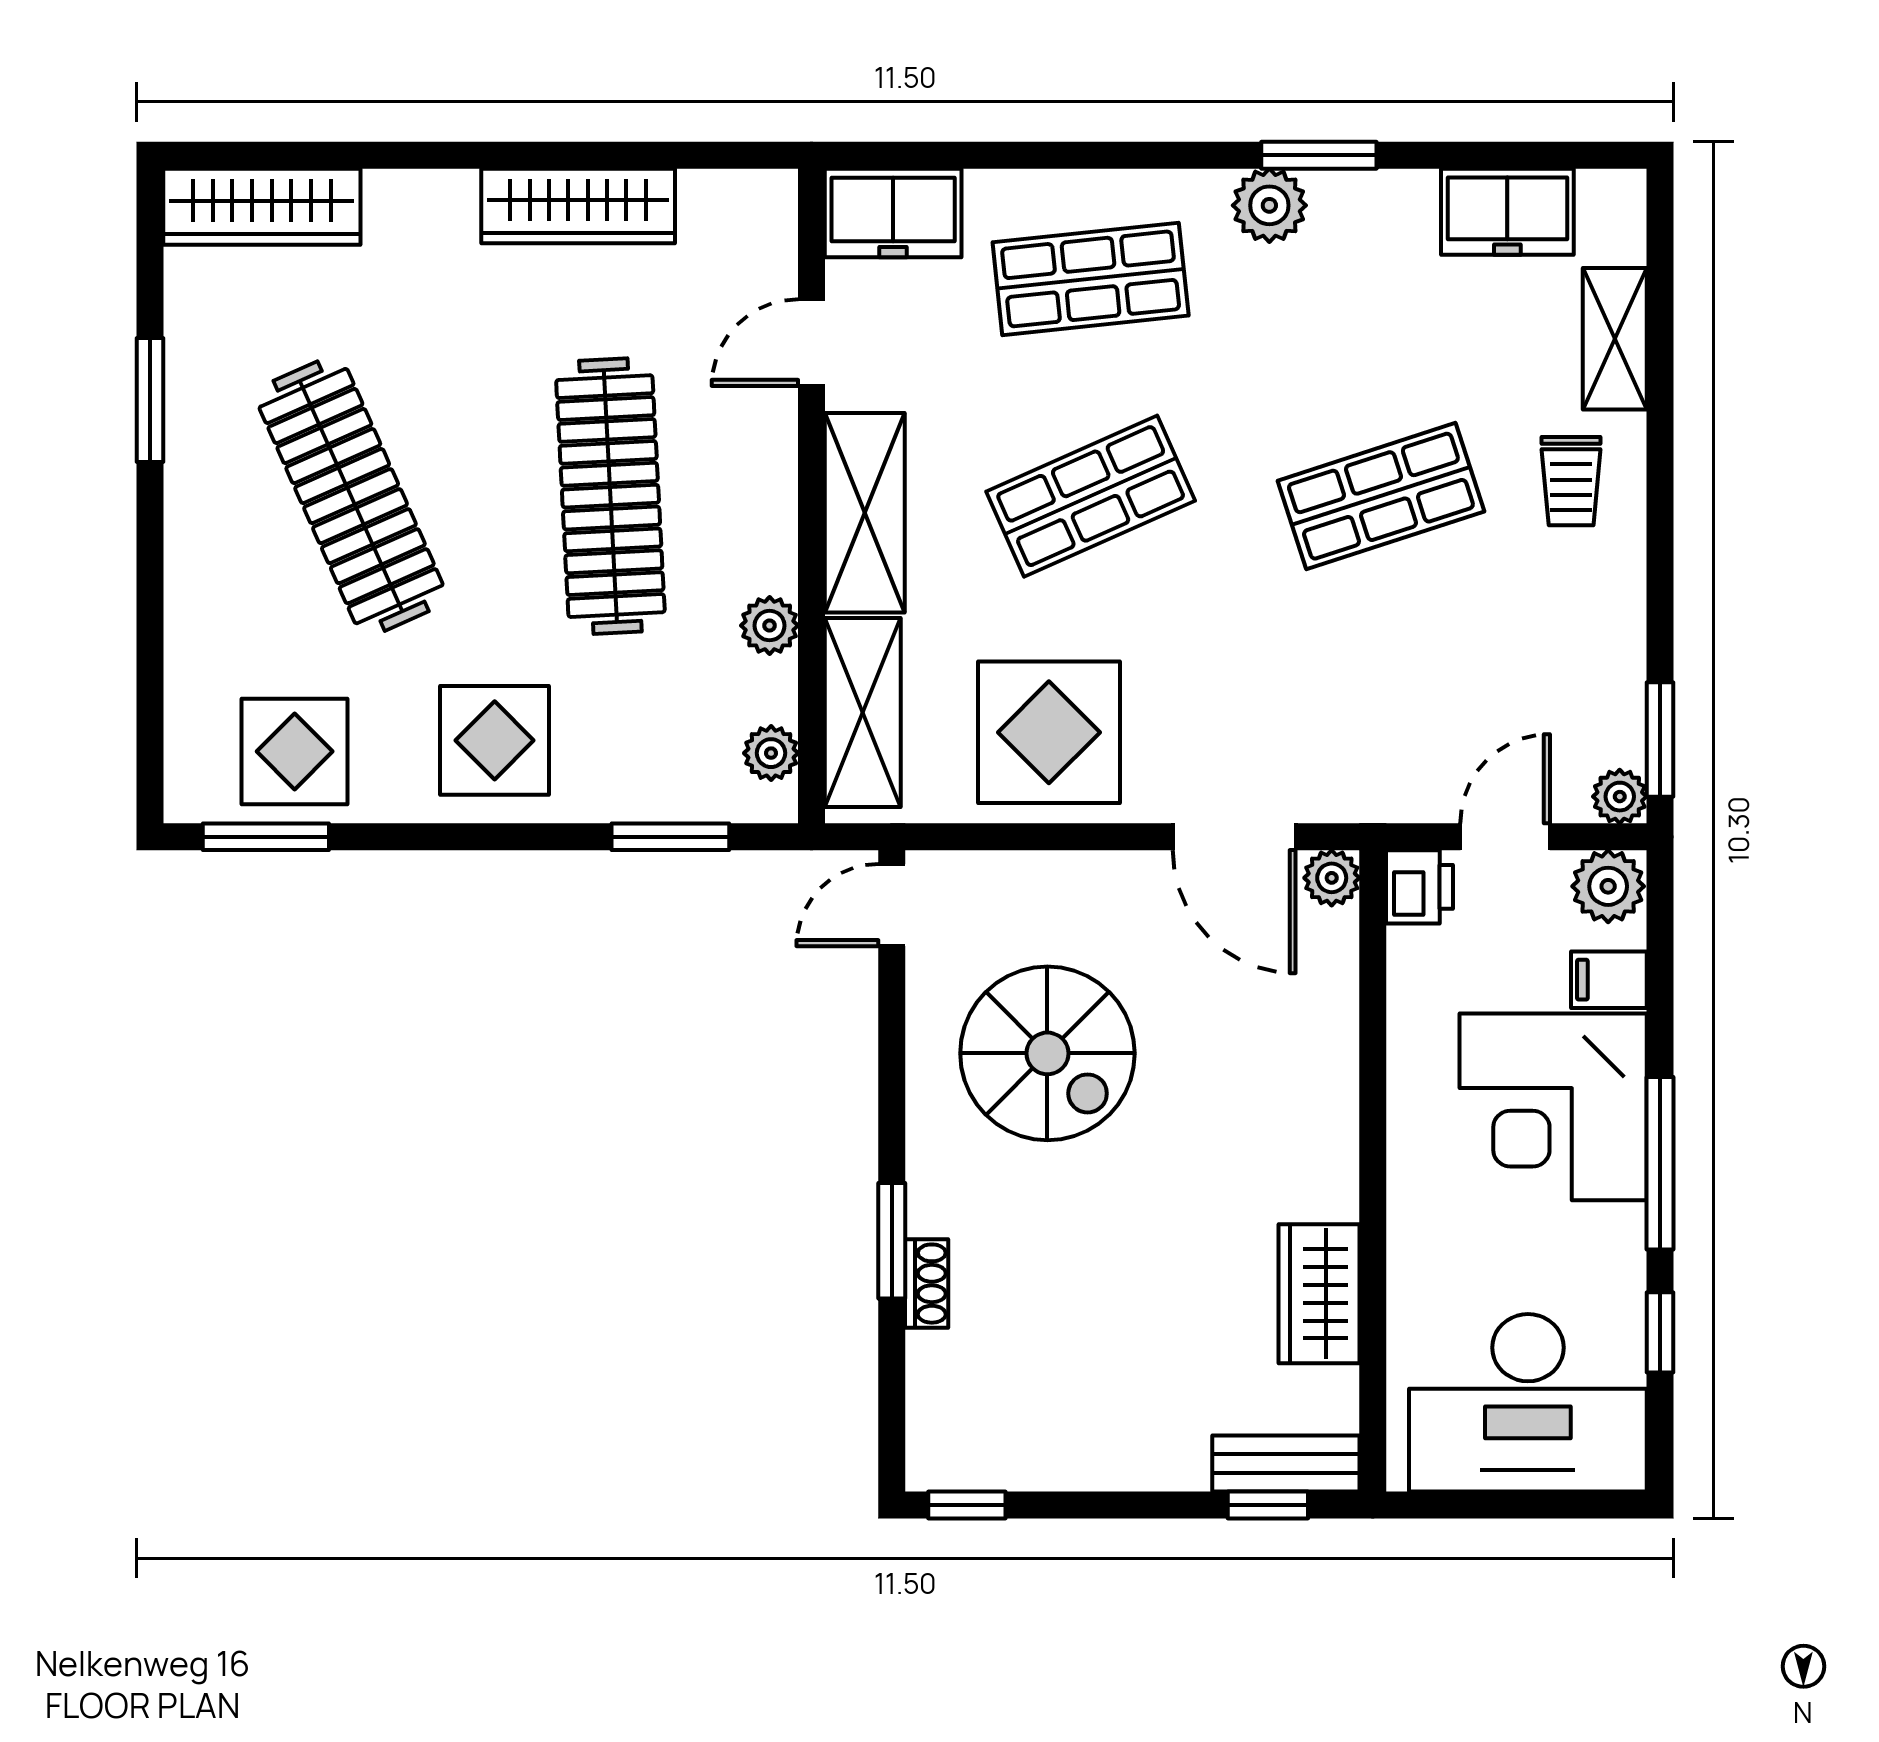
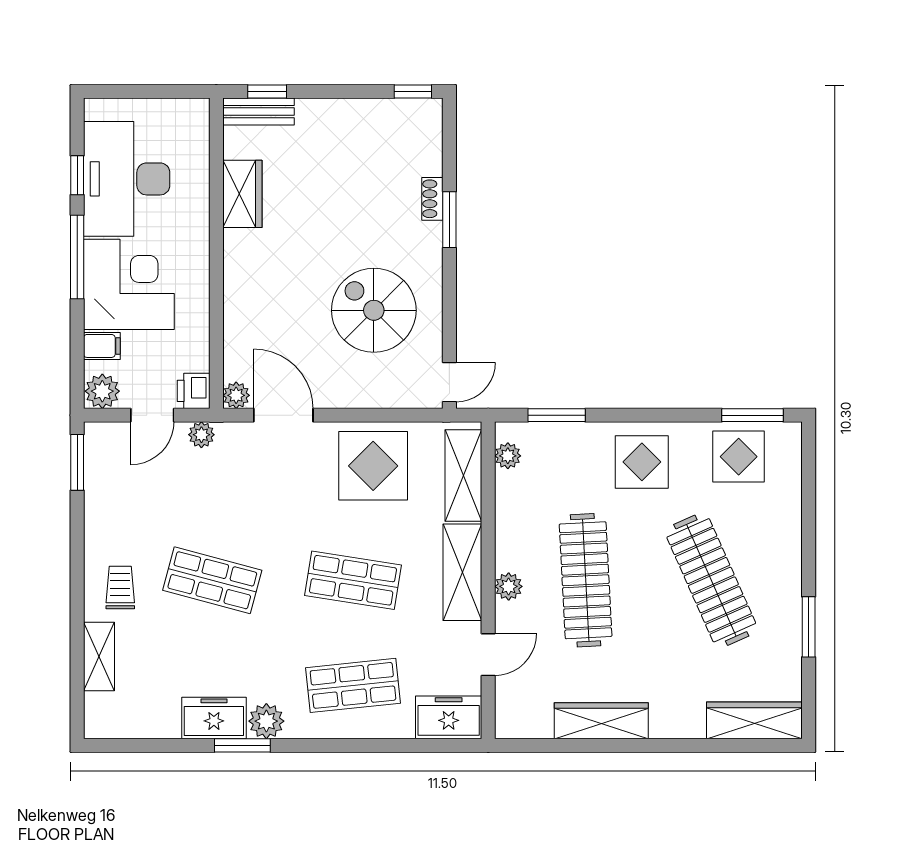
freezer: (1507, 212) -> (214, 718), moved
shop shelf: (1091, 496) -> (353, 580), turned 33
shop shelf: (1381, 496) -> (212, 580), turned 33
plant: (770, 626) -> (509, 586), moved
plant: (1620, 797) -> (201, 435), moved
desk: (1528, 1403) -> (127, 179), moved, turned -90

